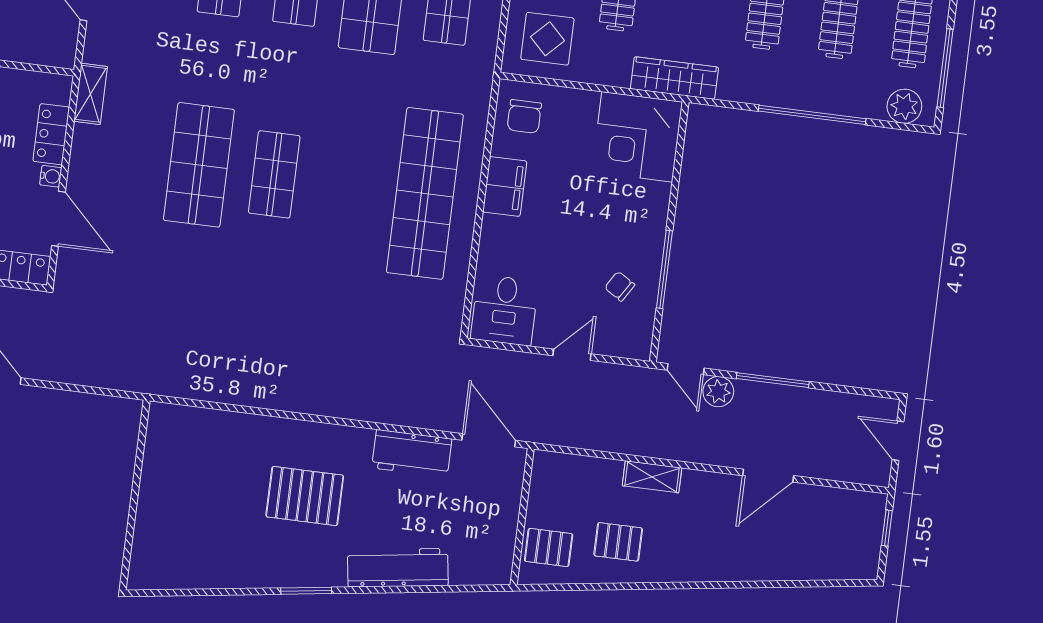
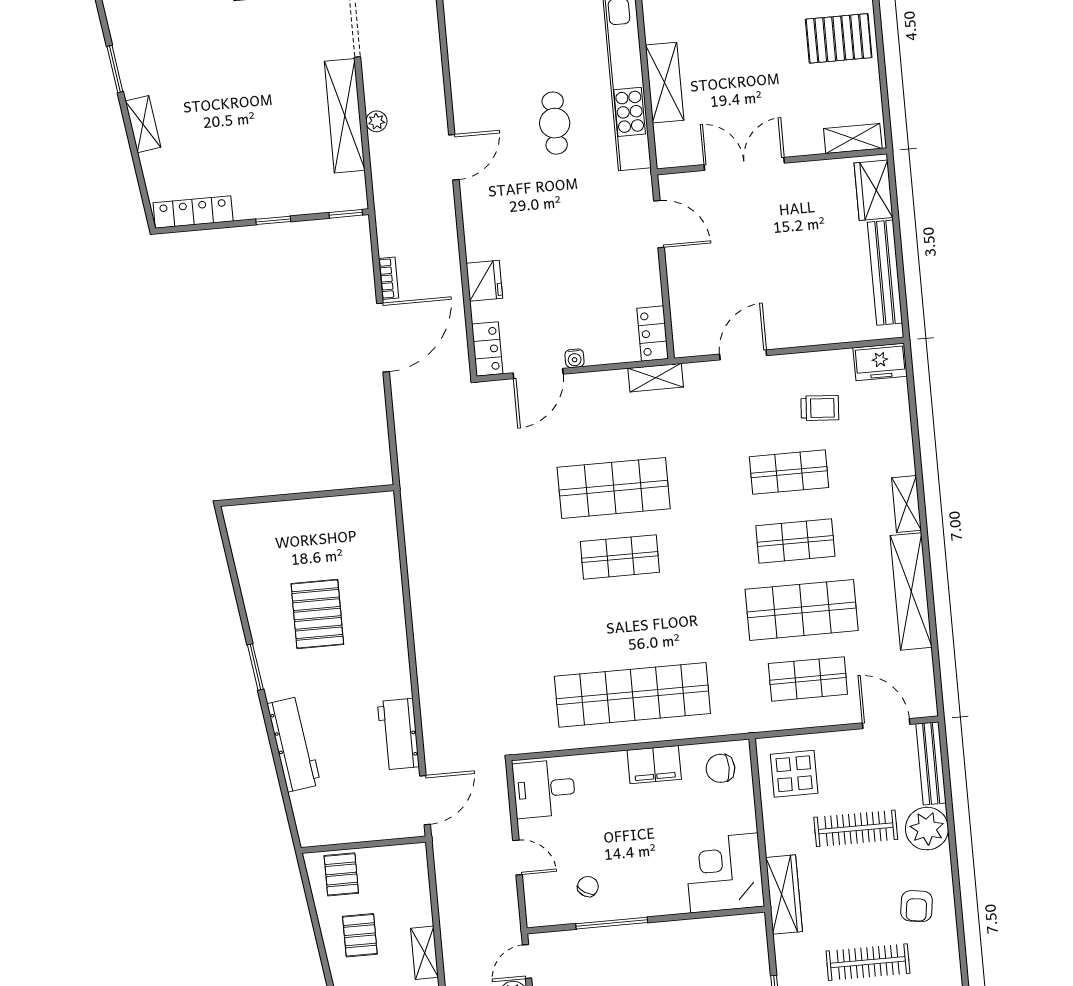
locker: (51, 134) -> (653, 334), moved, turned -90
pallet: (305, 496) -> (317, 614), moved

